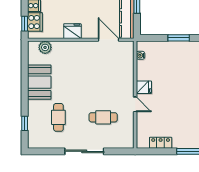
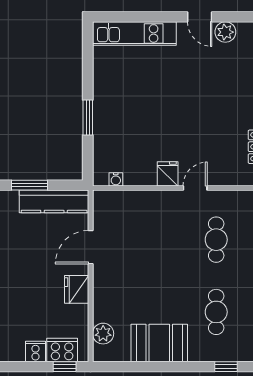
door: (109, 40) -> (91, 247), moved
cafe table: (58, 117) -> (216, 312), turned 90

